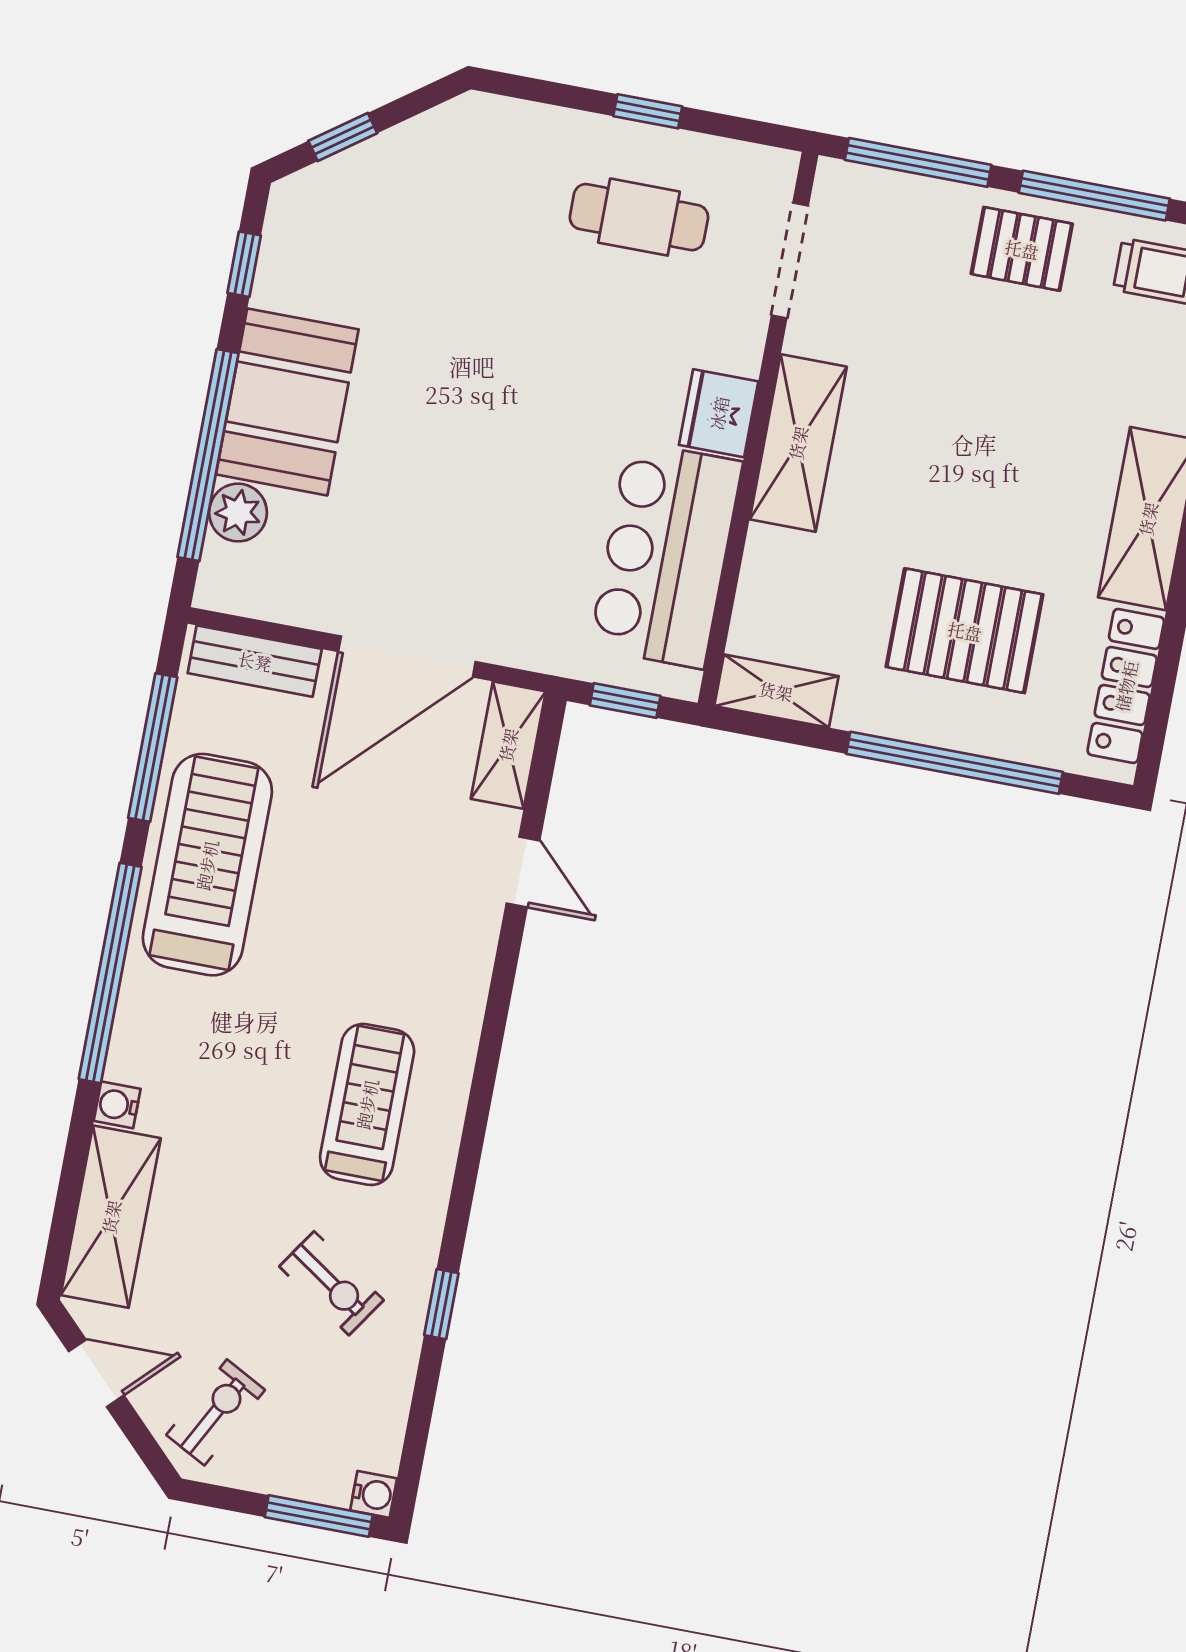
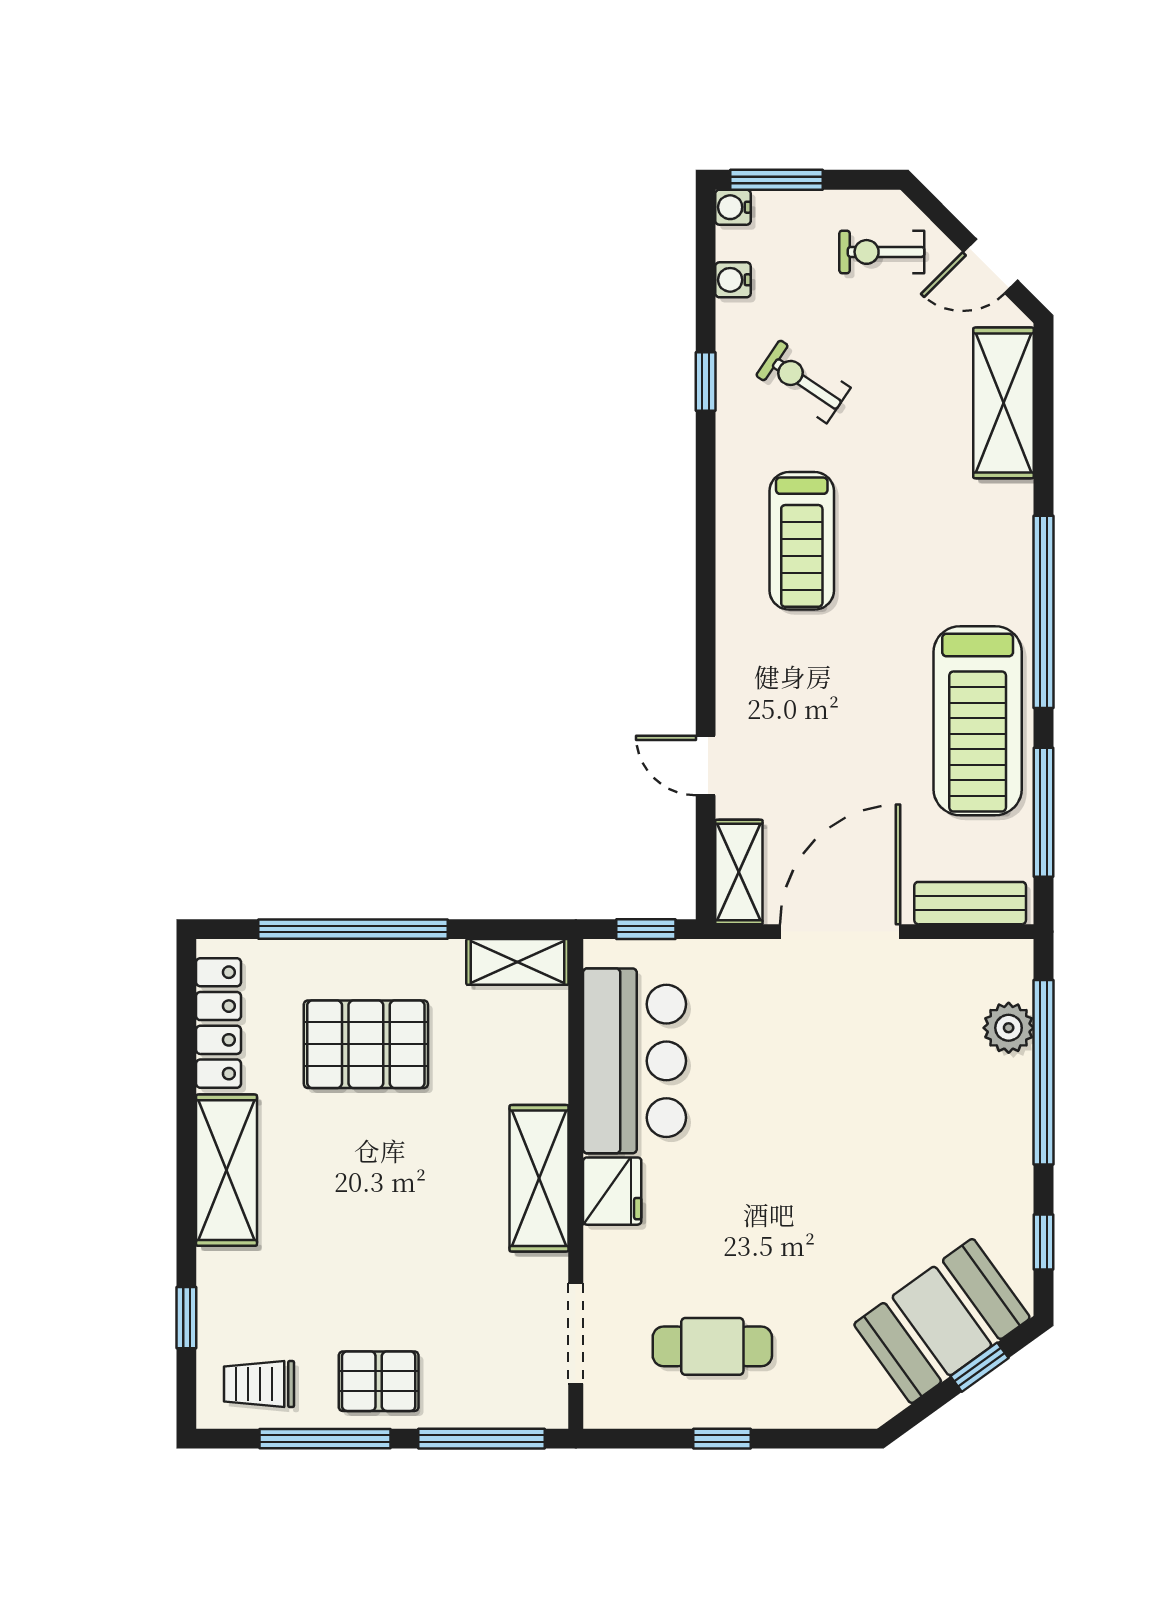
booth: (287, 402) -> (942, 1321), moved, turned 54
water cooler: (117, 1105) -> (733, 280), moved, turned 180
exercise bike: (216, 1412) -> (882, 252), turned 62

